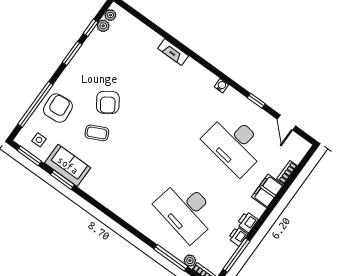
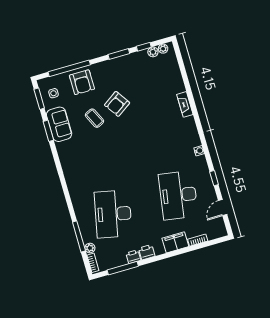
armchair: (58, 108) -> (82, 82), turned 95

